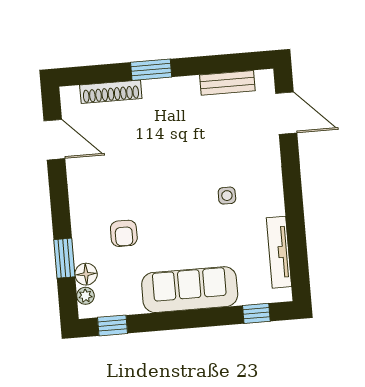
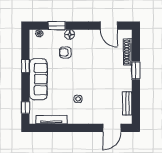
door: (54, 140) -> (109, 26), hinge flipped
floor lamp: (86, 274) -> (70, 34), moved
window: (113, 325) -> (25, 66), moved

